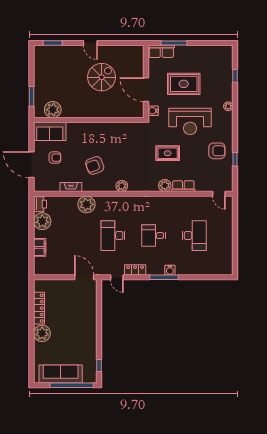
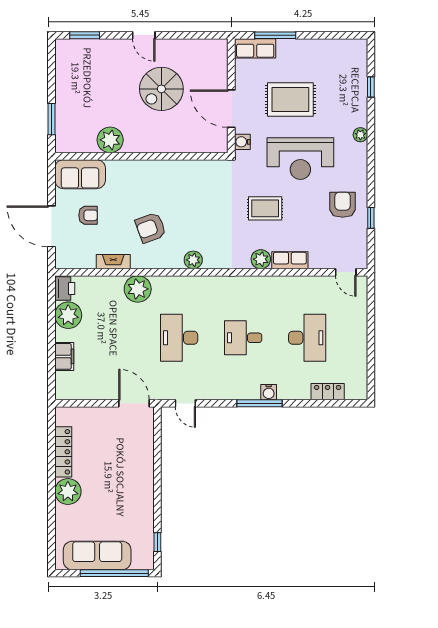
spiral stairs: (102, 77) -> (161, 89), turned 180
plant: (53, 110) -> (110, 140), moved
armchair: (217, 151) -> (343, 205), turned -90
locker: (135, 270) -> (328, 392), moved

